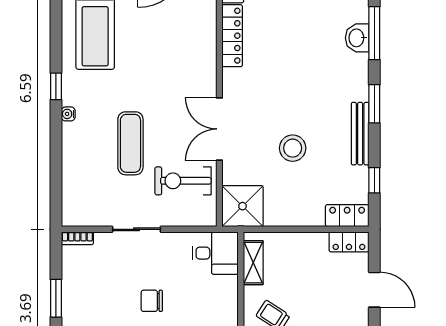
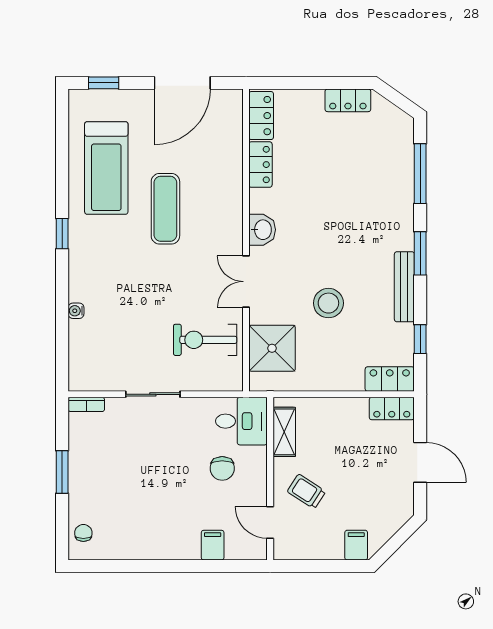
locker: (232, 36) -> (260, 165), width x0.66
washbasin: (357, 38) -> (262, 230), moved, turned 180
water cooler: (68, 114) -> (76, 311), moved
double door: (219, 129) -> (246, 282), width x0.73
exercise mat: (130, 143) -> (165, 209), moved
shower: (242, 206) -> (272, 348), moved
chair: (152, 301) -> (222, 468), moved, turned -90

